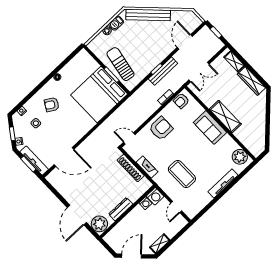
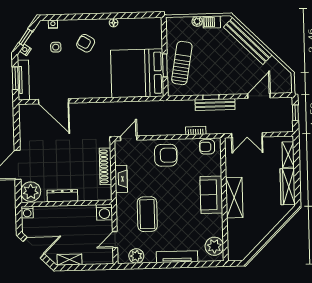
door: (129, 138) -> (129, 138), hinge flipped
washing machine: (145, 203) -> (27, 212), moved
plant: (198, 205) -> (136, 256), added

